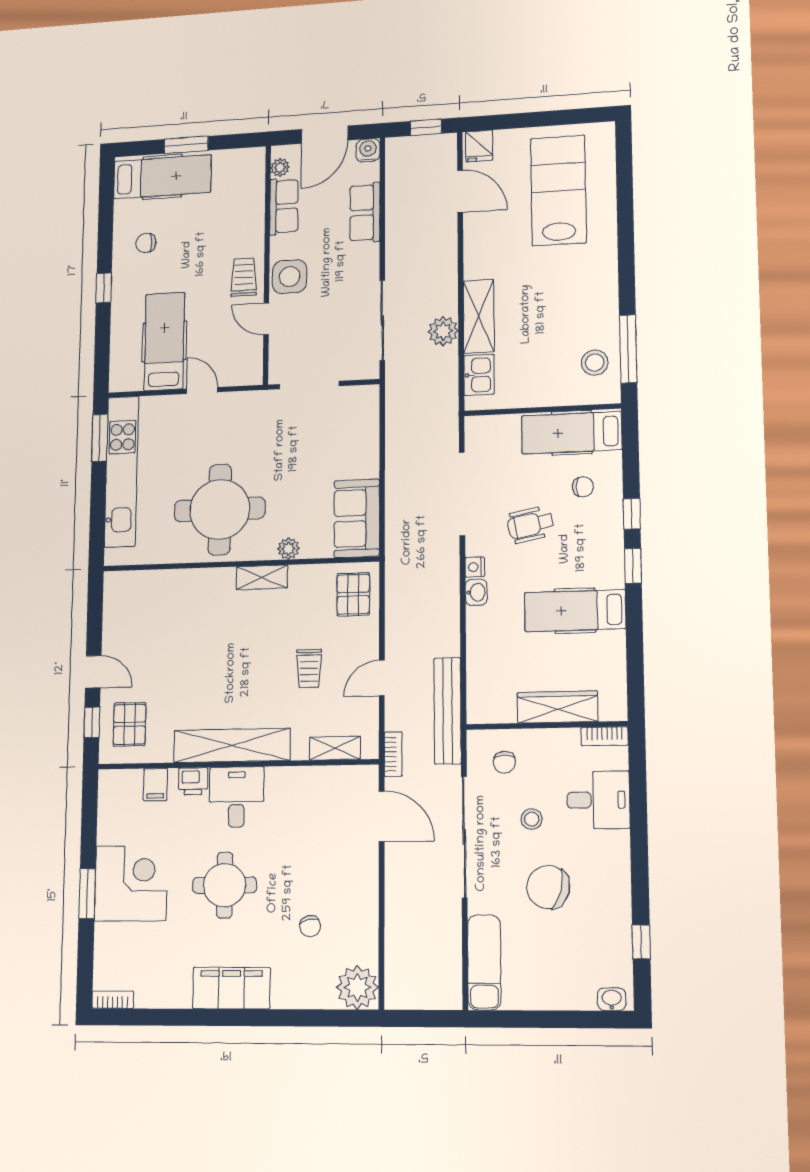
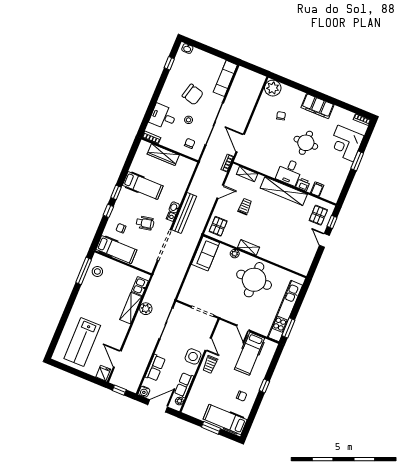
bench: (448, 711) -> (184, 213), moved
corner desk: (131, 883) -> (346, 143), moved

